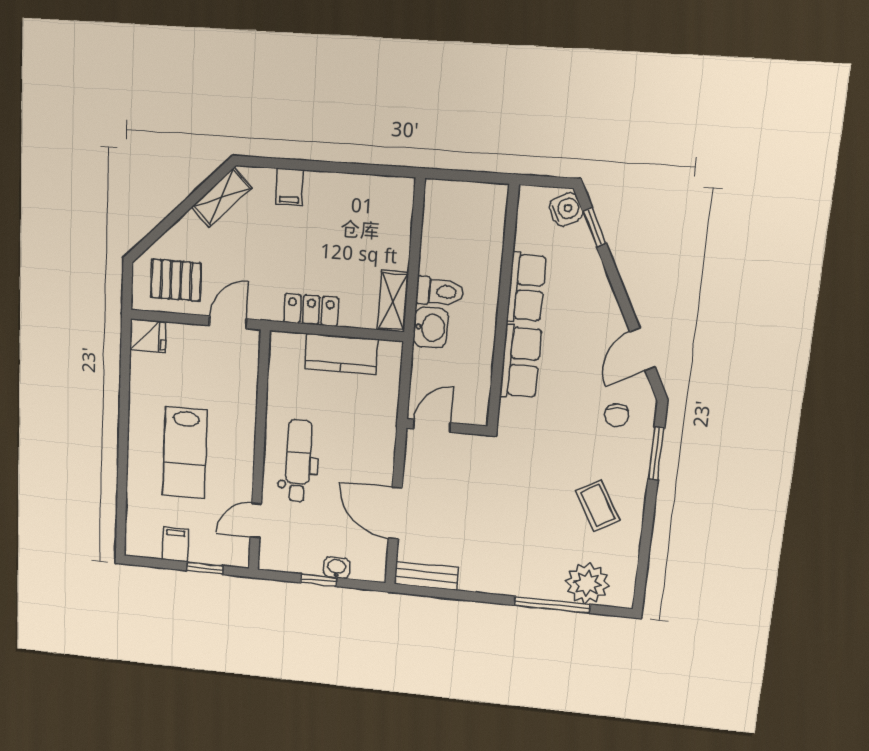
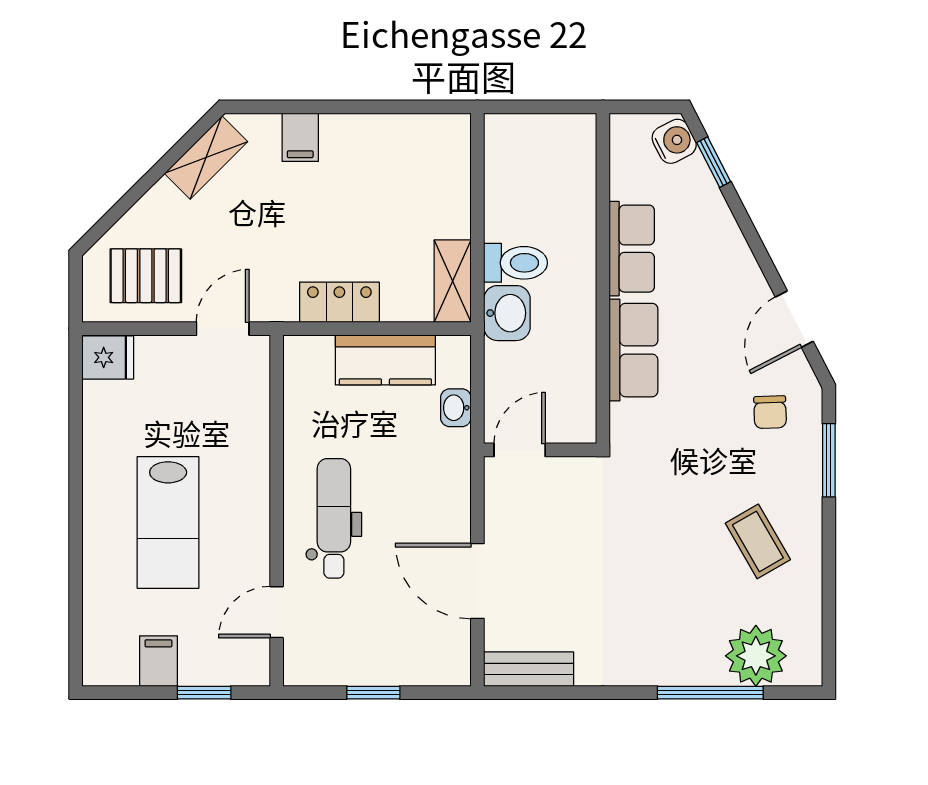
washbasin: (337, 568) -> (456, 408), moved, turned -90

